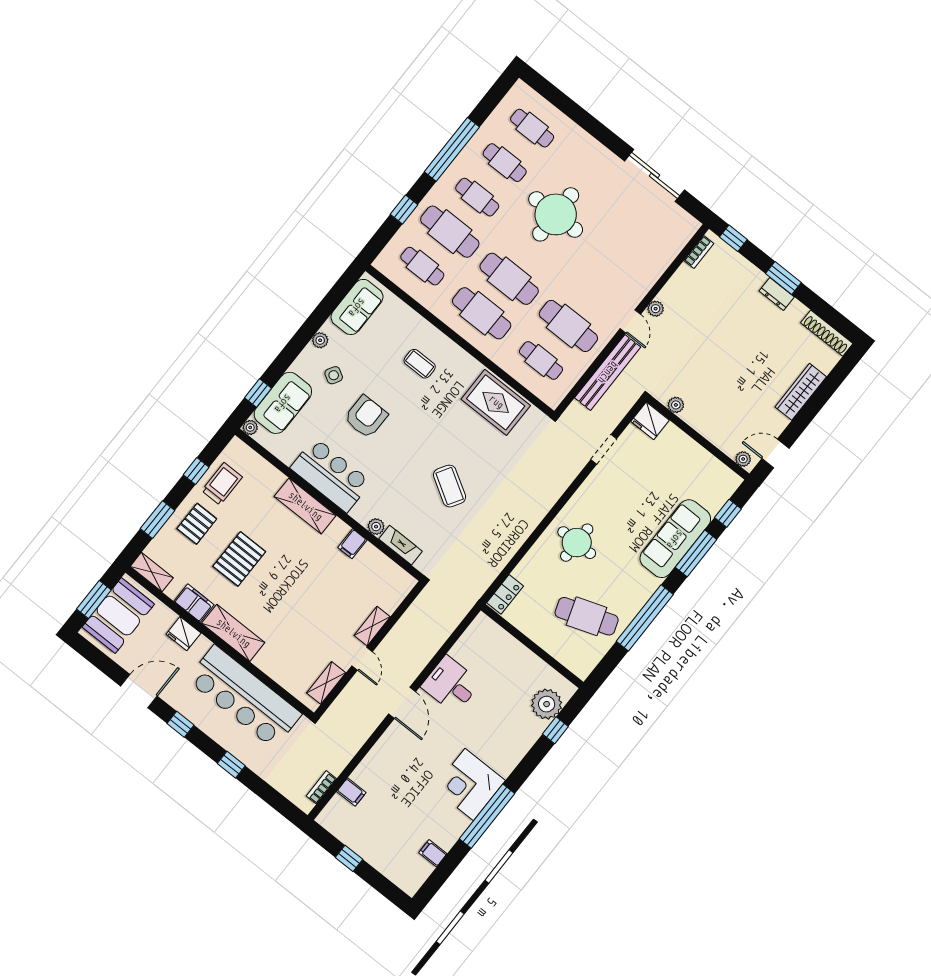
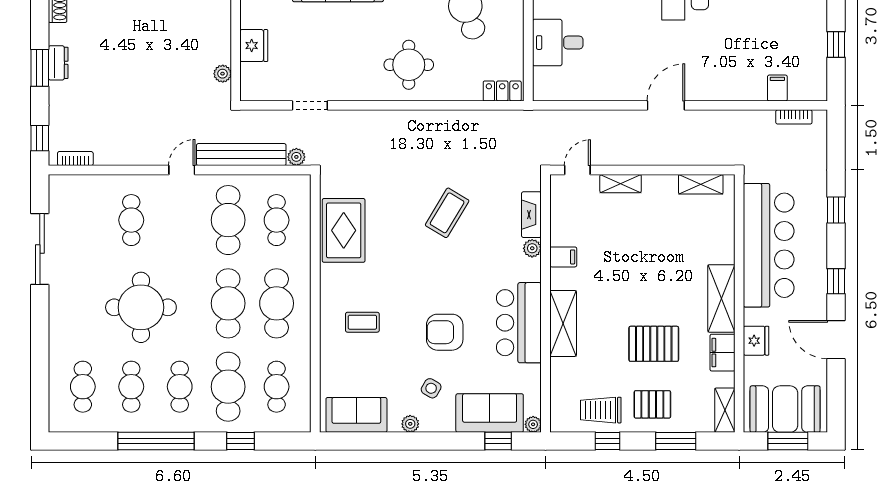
cafe table: (623, 257) -> (131, 220), added
plant: (656, 309) -> (296, 157), moved
coffee table: (420, 364) -> (362, 322), turned 90
fridge: (650, 421) -> (254, 46), moved
door: (362, 659) -> (577, 170), moved
desk: (451, 684) -> (558, 43), moved, turned 90

